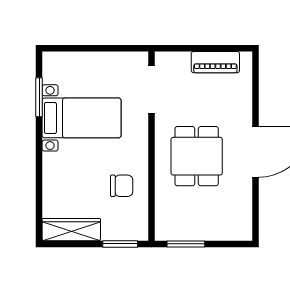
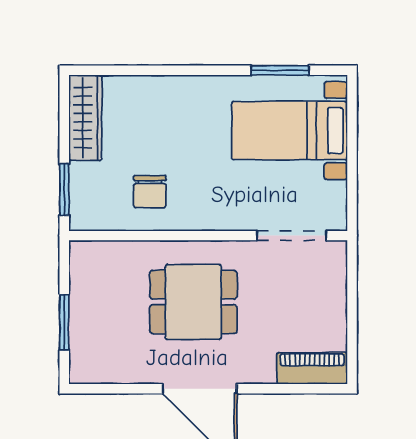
piano: (215, 62) -> (312, 368), moved, turned 90
bed with nightstands: (82, 118) -> (290, 131), moved, turned 90
window: (186, 244) -> (64, 322), moved

